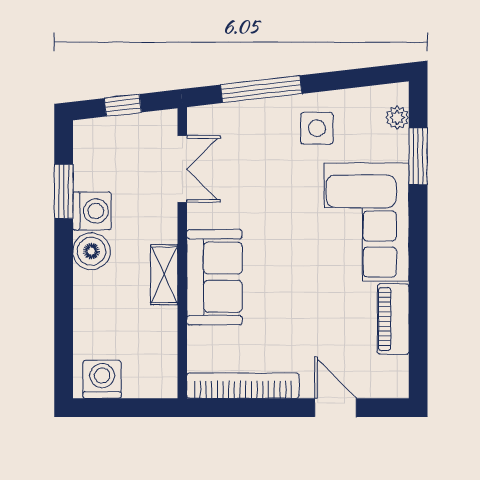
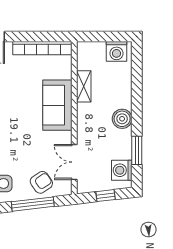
armchair: (245, 130) -> (41, 182), added
washing machine: (92, 211) -> (122, 170), moved
shelving: (164, 275) -> (84, 86), moved

